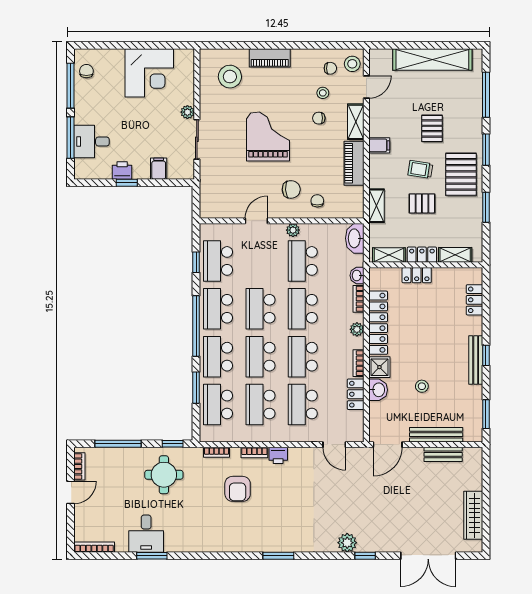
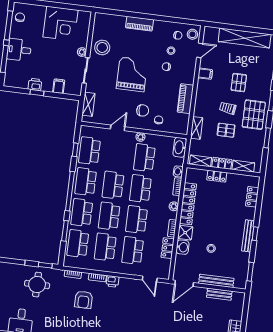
stool: (230, 77) -> (102, 47), moved
shelving: (356, 122) -> (88, 104), moved
desk: (92, 142) -> (19, 50), moved
filing cabinet: (379, 145) -> (205, 74), moved

